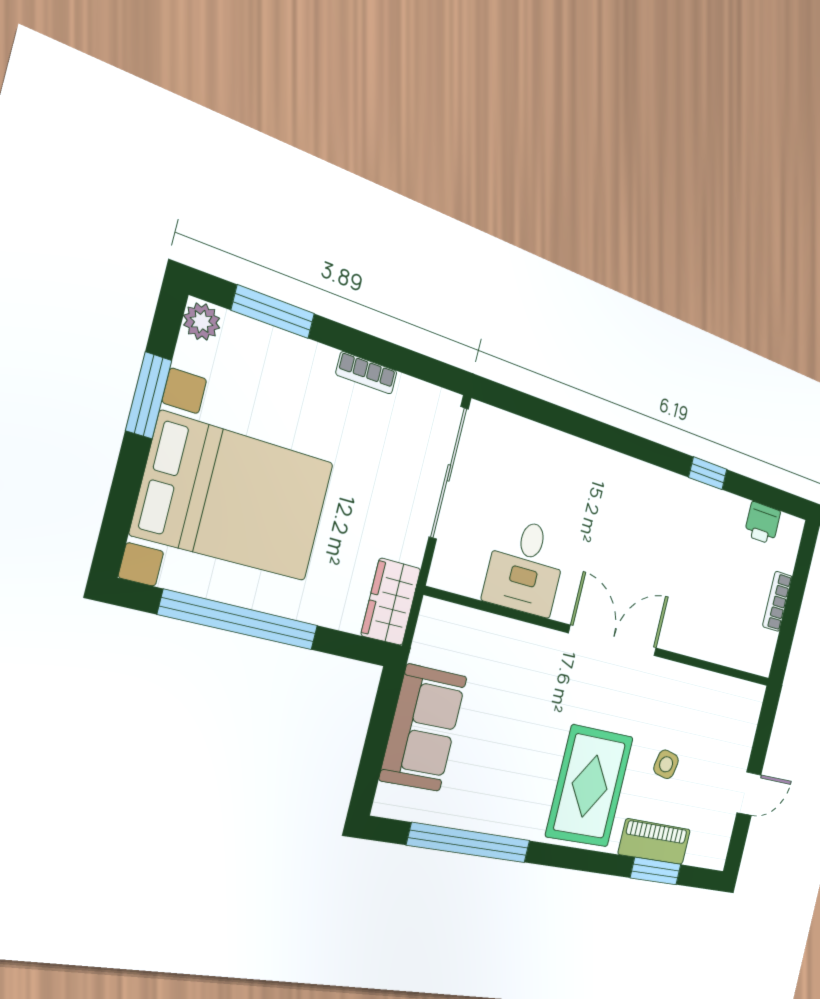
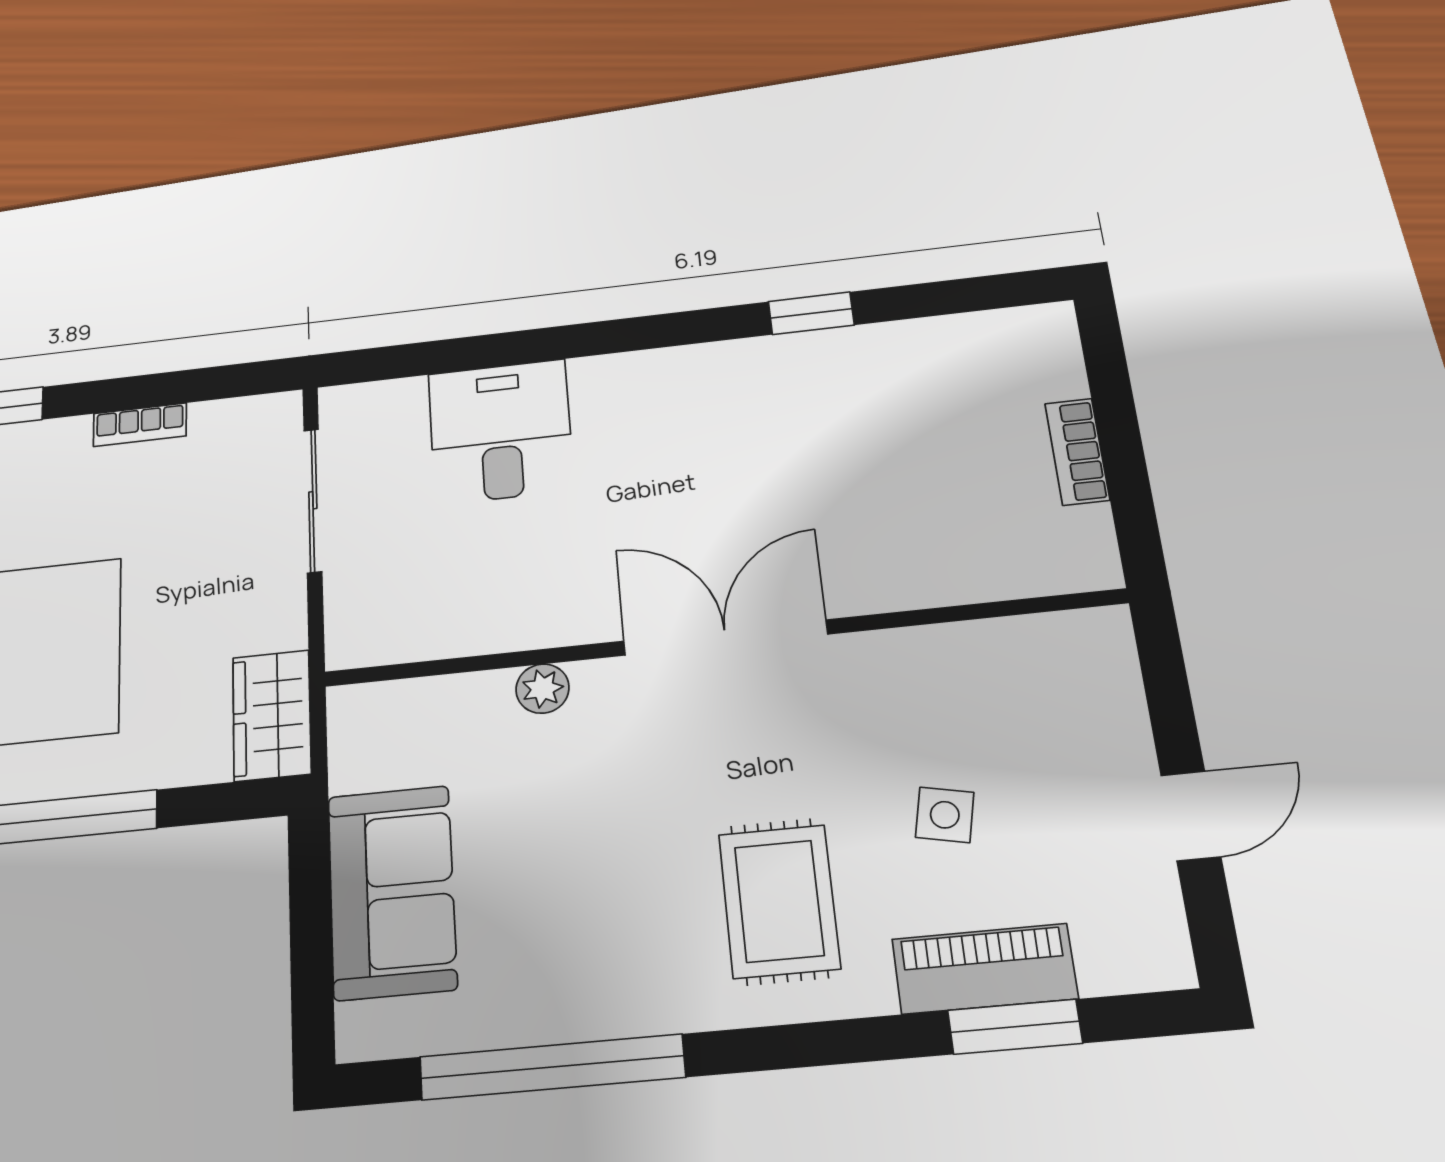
sliding door: (449, 473) -> (313, 500), width x0.73
printer: (763, 523) -> (973, 341), removed
desk: (526, 567) -> (500, 432), moved, turned 180
plant: (527, 637) -> (543, 689), added
rug: (590, 786) -> (779, 901), width x0.73, depth x0.70

